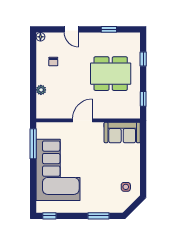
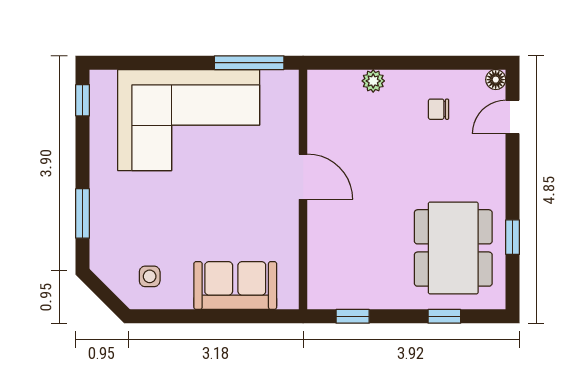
door: (71, 29) -> (513, 117), moved
dining table: (111, 74) -> (453, 248), moved
sofa: (122, 132) -> (235, 285), moved, turned 90

